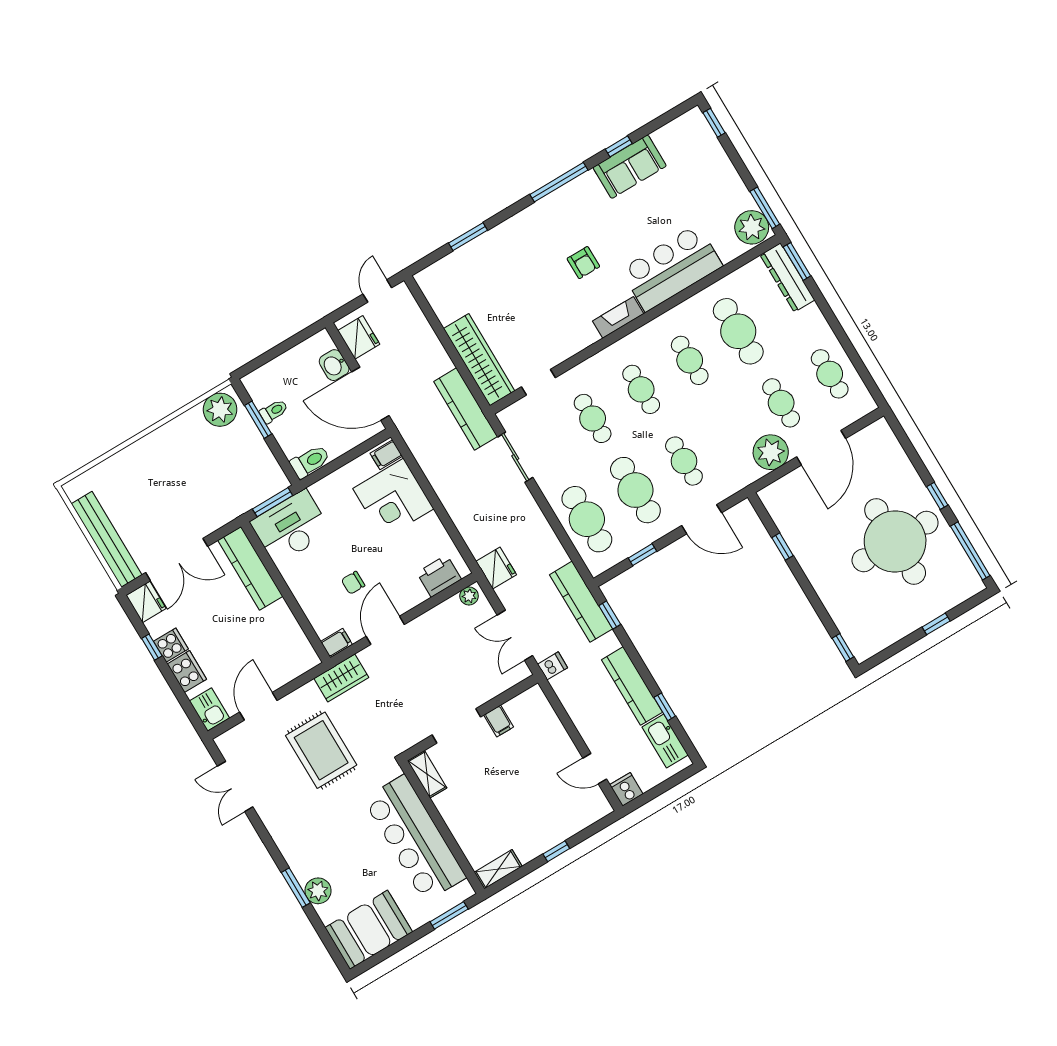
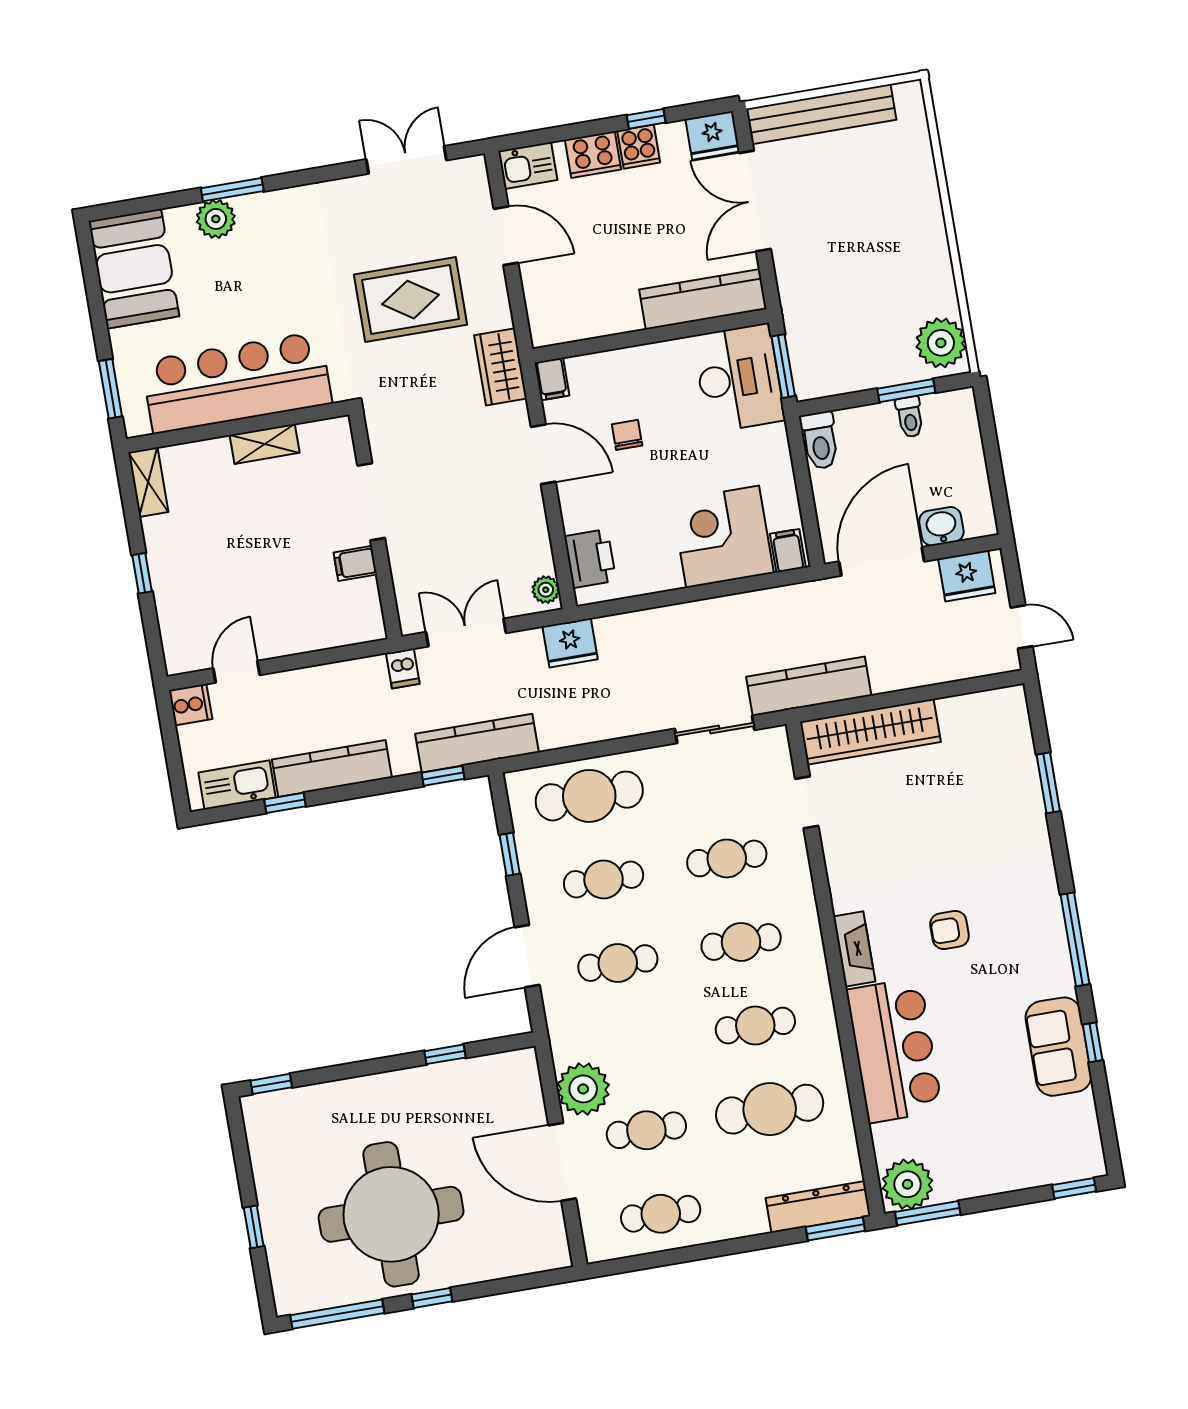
cafe table: (635, 490) -> (604, 879), width x0.73, depth x0.74
shelving: (427, 774) -> (265, 444), moved

